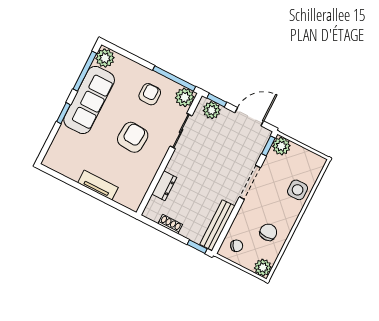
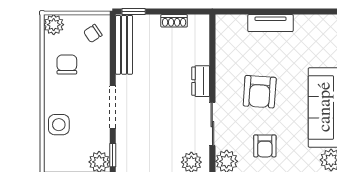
dresser: (164, 186) -> (201, 81), moved
chair: (268, 232) -> (67, 65), turned 180

